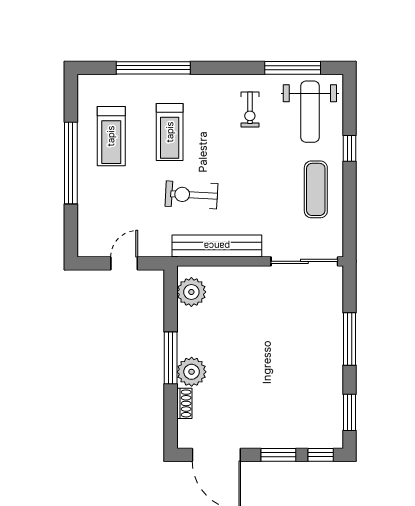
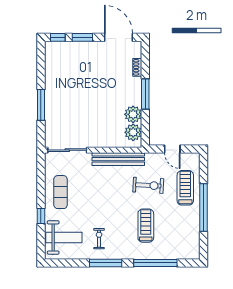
window: (293, 68) -> (106, 263), moved
weight bench: (310, 112) -> (64, 237), turned 90
treadmill: (111, 136) -> (185, 188), moved
exercise bike: (191, 195) -> (148, 185), moved
door: (124, 263) -> (172, 149), hinge flipped
plant: (192, 372) -> (133, 114), moved
window: (350, 412) -> (41, 62), removed

